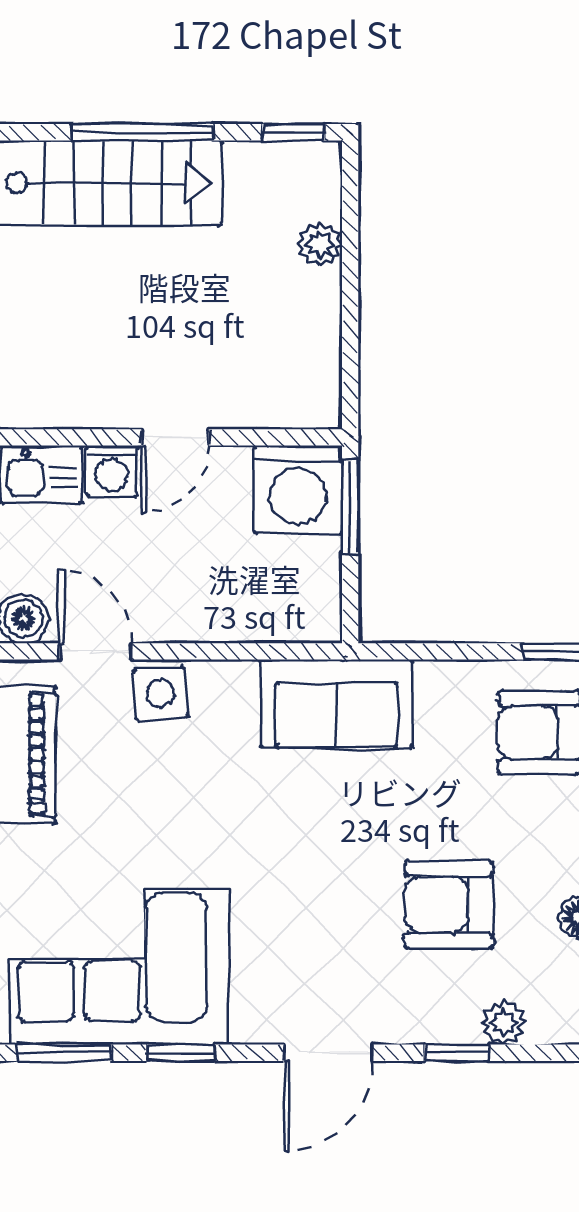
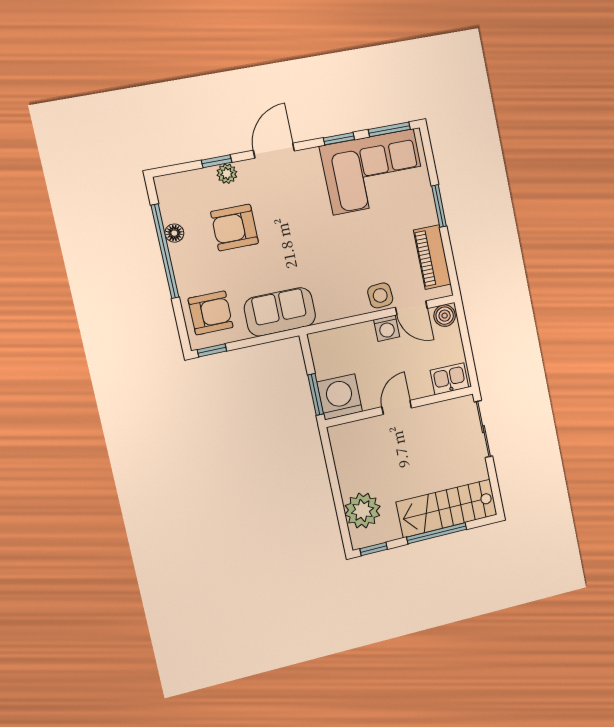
plant: (320, 244) -> (362, 511), width x1.87, depth x1.87
washing machine: (112, 471) -> (387, 328), moved, turned 180
sofa: (336, 703) -> (280, 312), moved
armchair: (449, 905) -> (235, 228), turned 180
plant: (503, 1022) -> (227, 174), moved

